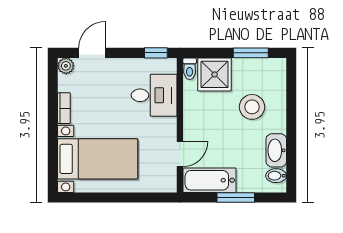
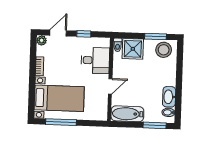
window: (156, 53) -> (84, 34), moved
stool: (252, 107) -> (164, 50), moved
door: (180, 154) -> (110, 86), moved
window: (102, 198) -> (61, 122), added
window: (236, 198) -> (155, 125), moved

